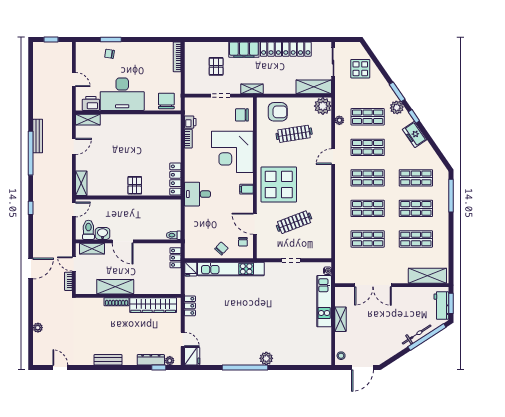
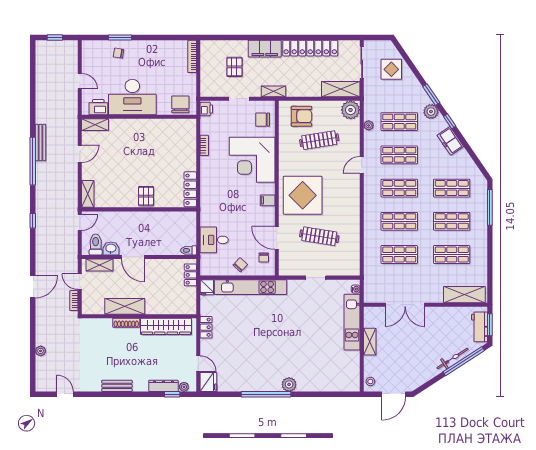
printer: (190, 122) -> (206, 109), moved
desk: (197, 194) -> (214, 240), moved
clothes rail: (294, 222) -> (319, 236), turned 30

